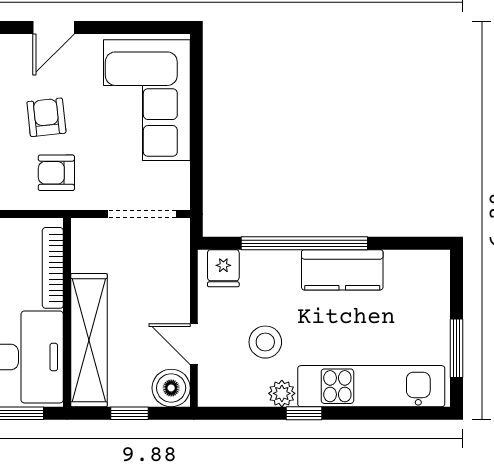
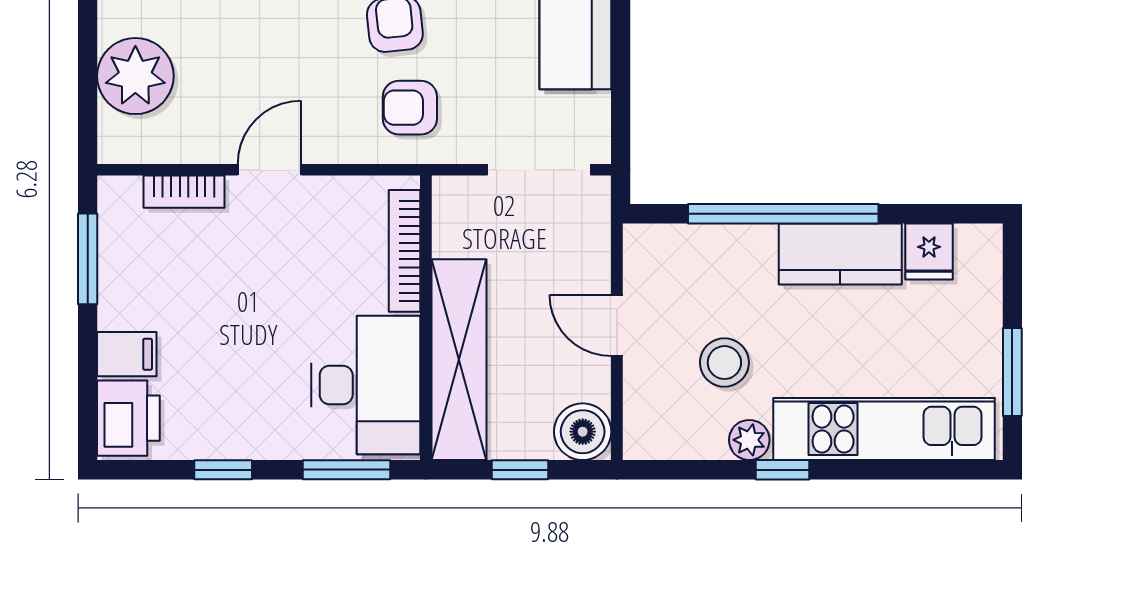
fridge: (223, 268) -> (929, 251), moved
door: (194, 344) -> (617, 325), moved

